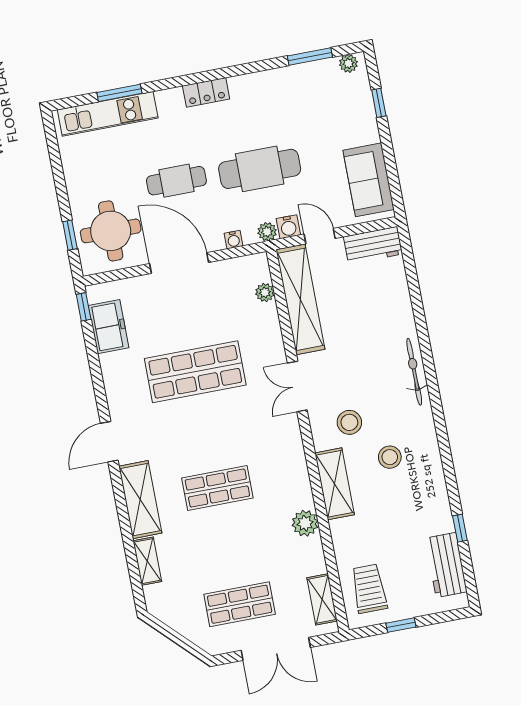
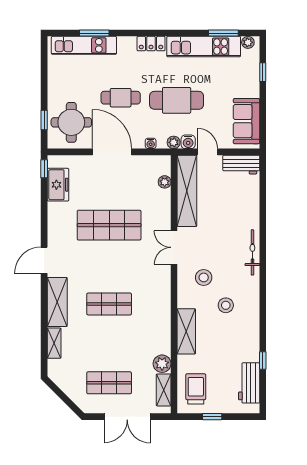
kitchen unit: (284, 82) -> (204, 47), added
shelving: (335, 484) -> (186, 331), moved
plant: (305, 523) -> (162, 364), moved

